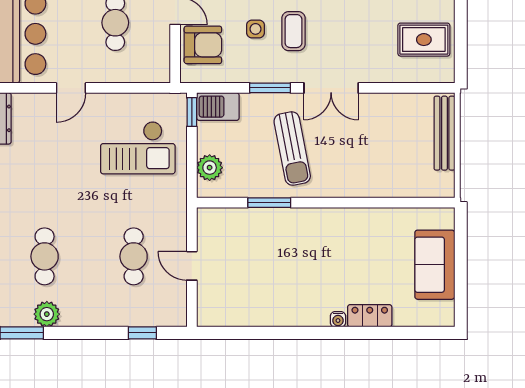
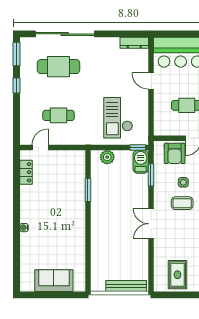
window: (270, 88) -> (151, 175), moved
sun lounger: (292, 149) -> (118, 202), removed
cafe table: (45, 256) -> (58, 67), width x1.37, depth x1.35
door: (192, 266) -> (40, 147), moved
plant: (47, 314) -> (27, 68), removed
locker: (370, 316) -> (26, 172), moved
window: (142, 333) -> (17, 86), moved

